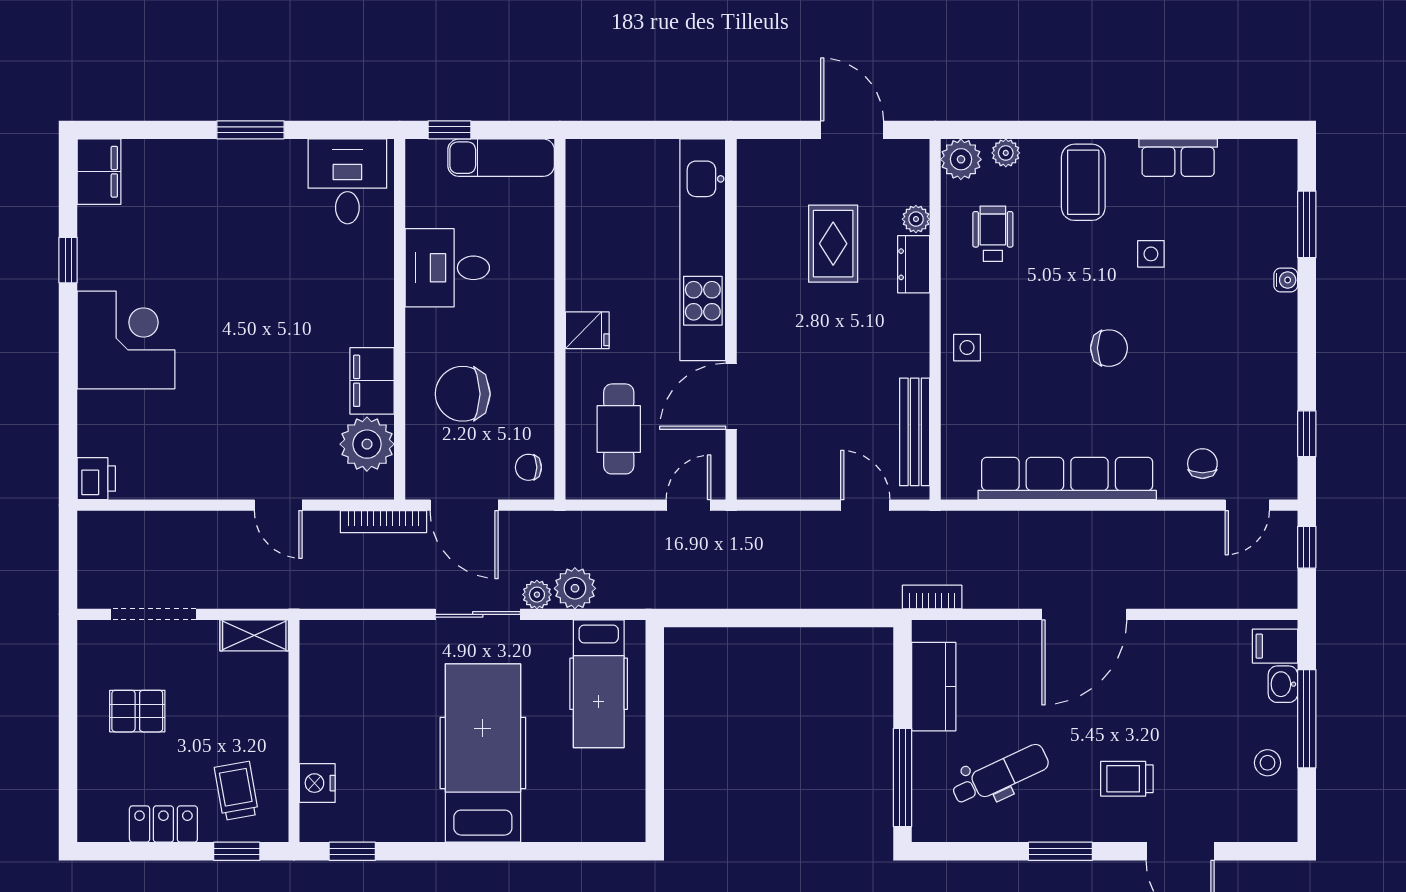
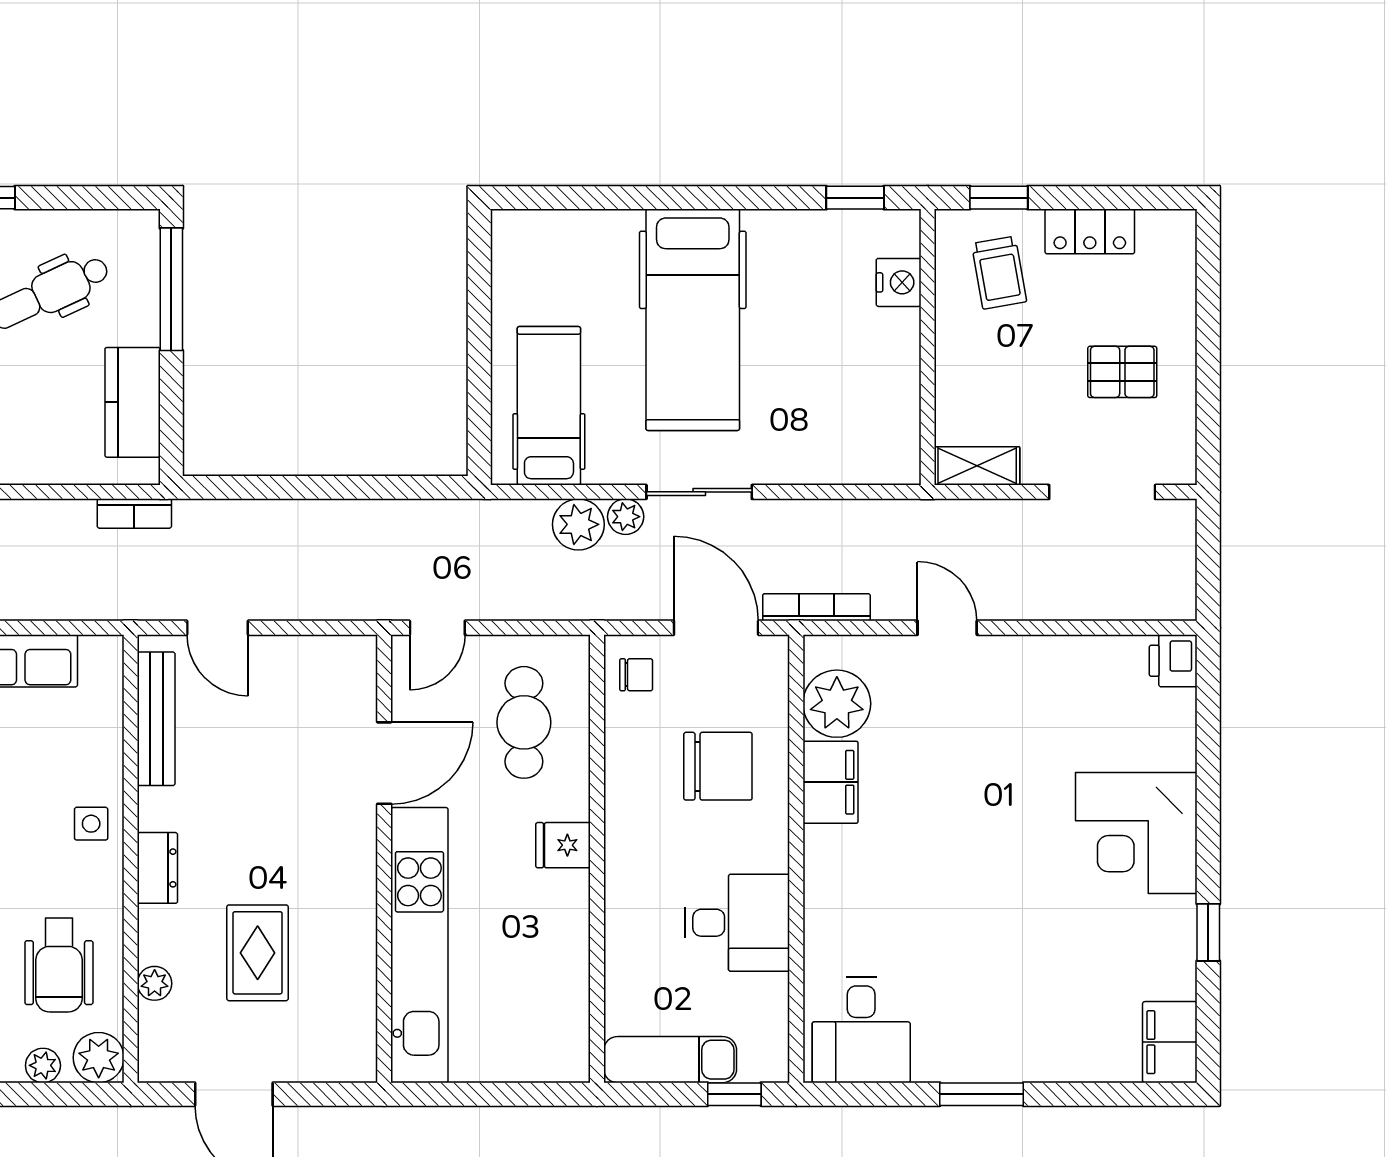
wheelchair: (993, 234) -> (59, 965), width x1.36, depth x1.37
dresser: (914, 264) -> (157, 868), moved

